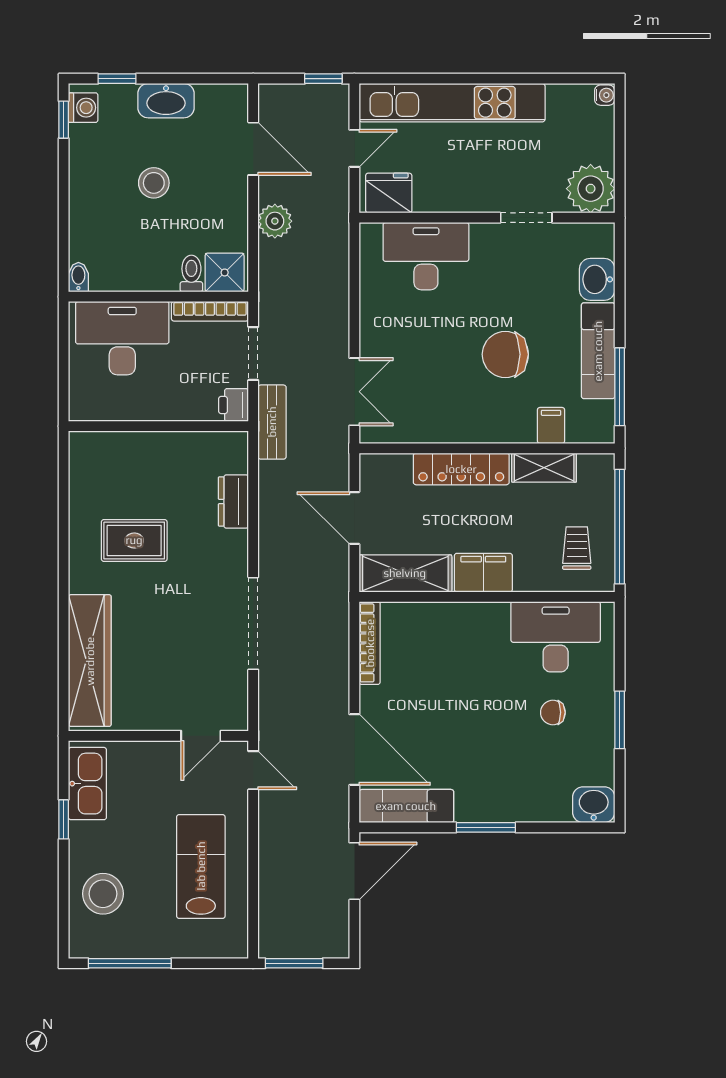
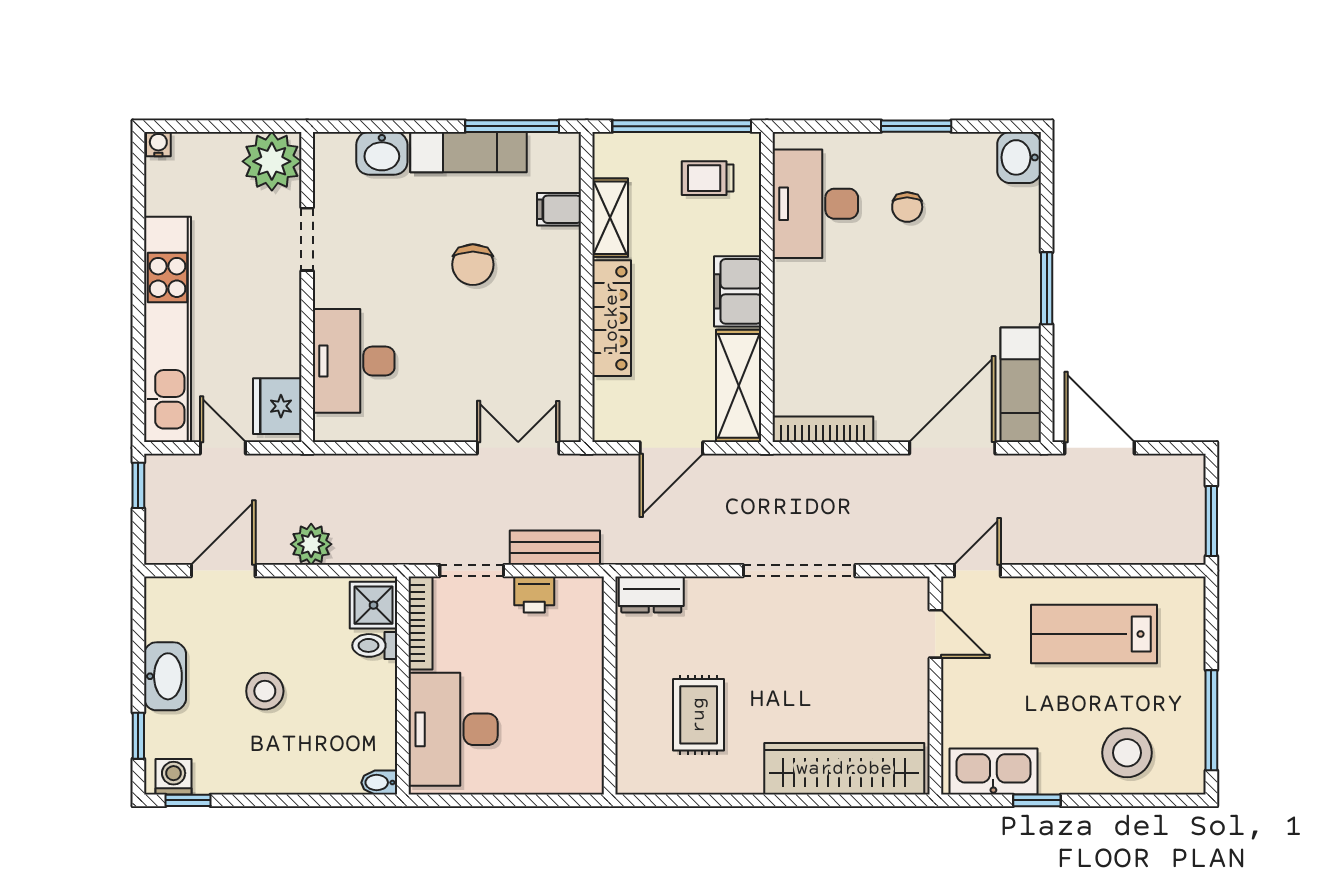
chair: (505, 354) -> (473, 265), width x0.73, depth x0.73
wall: (158, 426) -> (610, 685), moved

